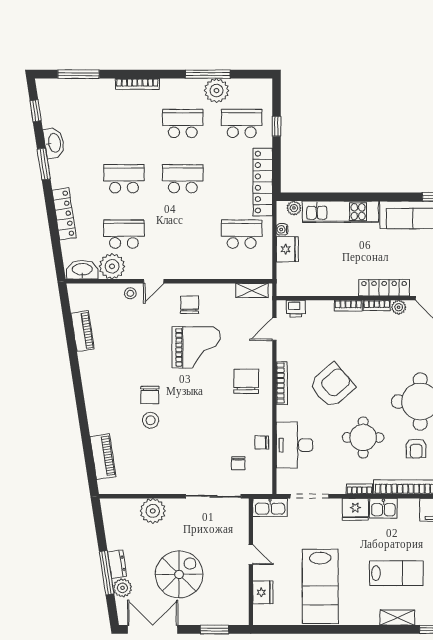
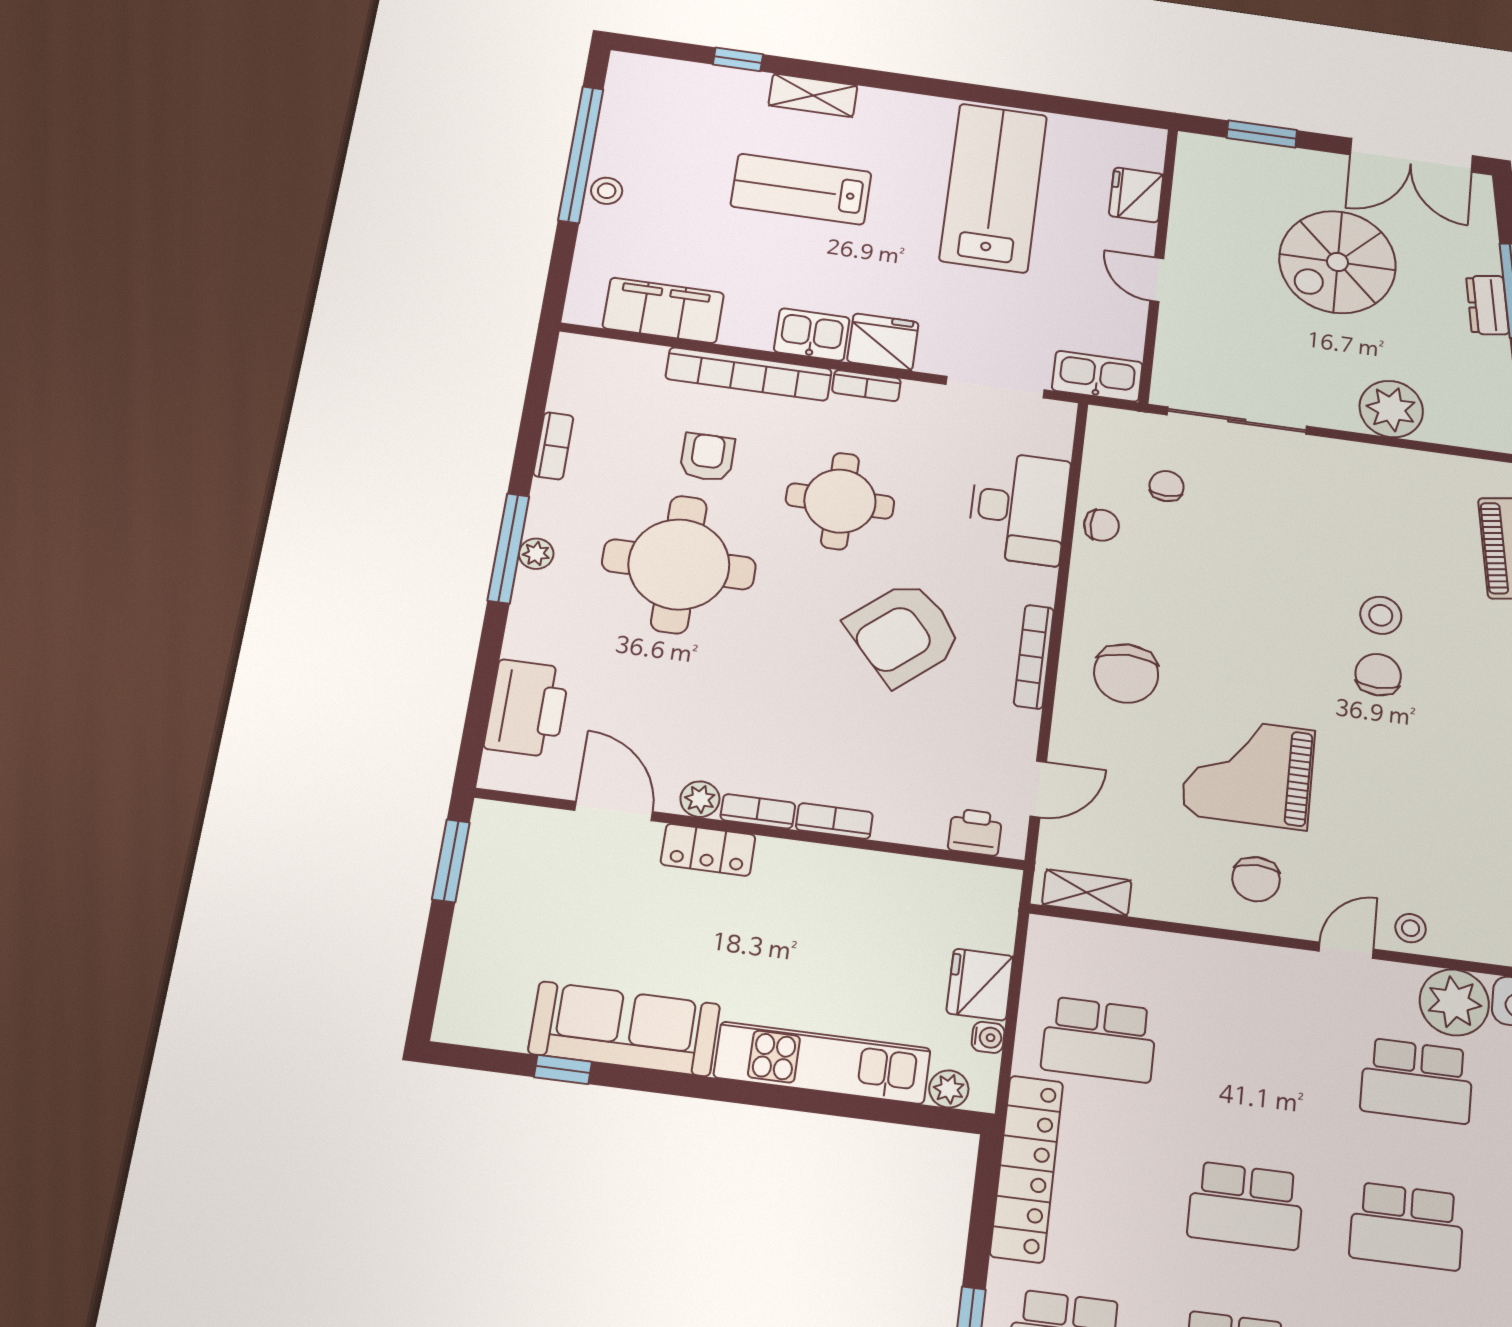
locker: (384, 288) -> (708, 850), width x0.66
plant: (123, 588) -> (1478, 253), removed

